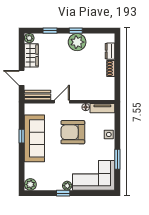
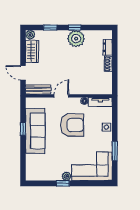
armchair: (73, 132) -> (72, 125), turned 180
plant: (30, 184) -> (31, 175), removed

